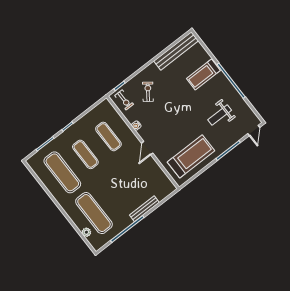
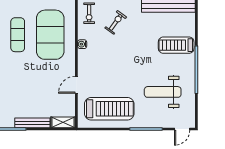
weight bench: (220, 115) -> (163, 92), width x1.36, depth x1.33
exercise mat: (108, 136) -> (50, 35), width x2.00, depth x1.45
door: (147, 148) -> (76, 85), moved
shelving: (166, 191) -> (63, 122), added

